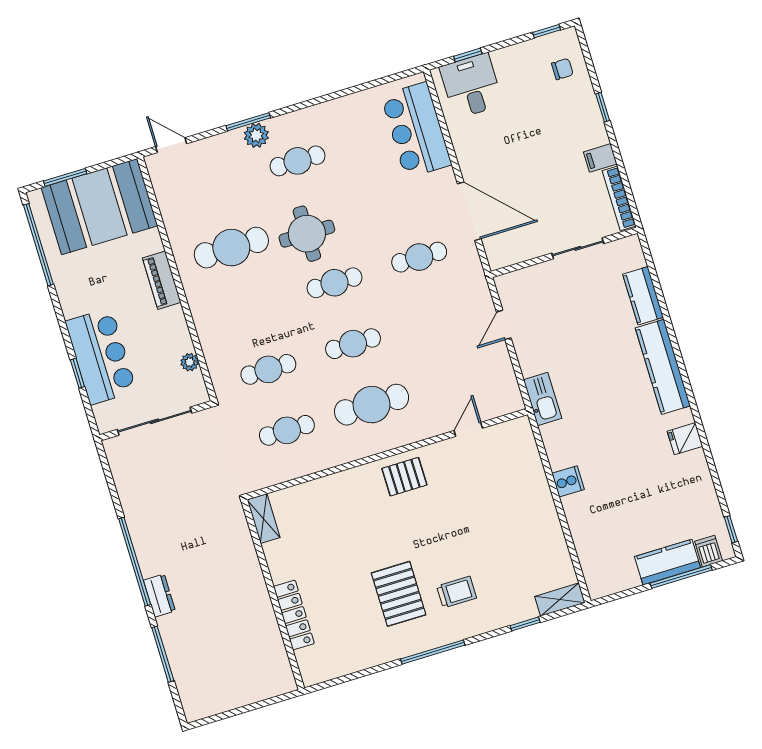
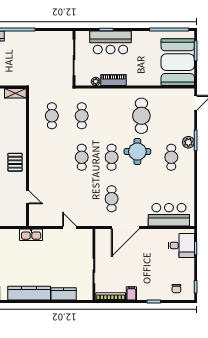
piano: (162, 280) -> (114, 80), moved
cafe table: (372, 405) -> (52, 157), removed

